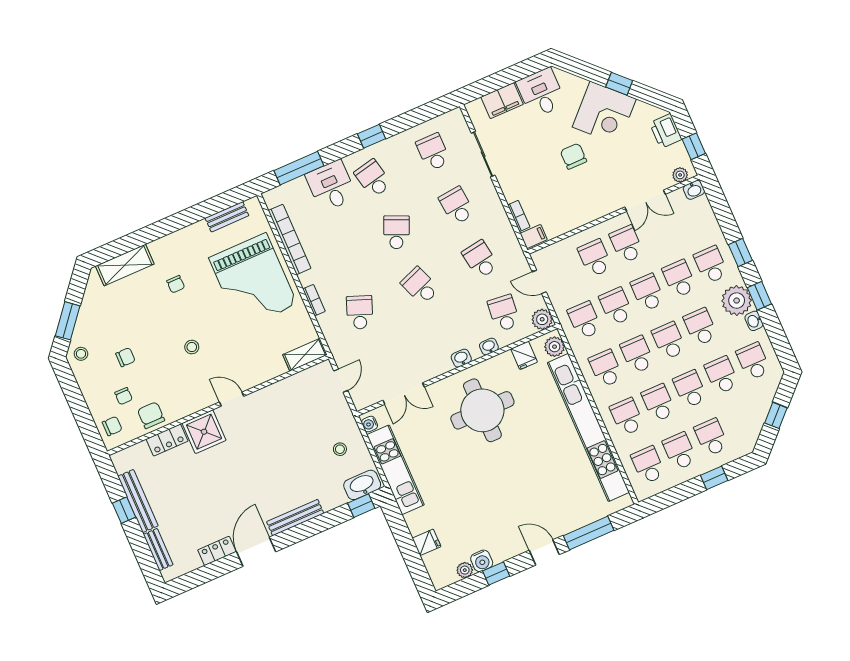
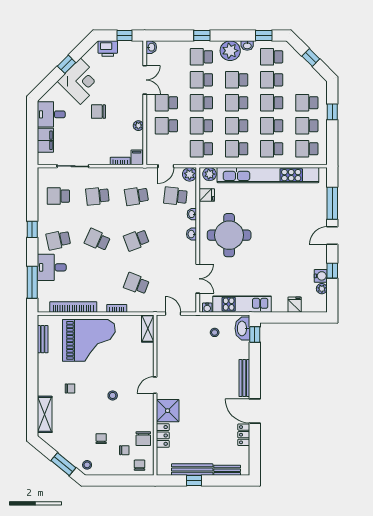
plant: (680, 175) -> (138, 126), moved
window: (759, 296) -> (264, 36), moved
chair: (151, 415) -> (143, 439), turned -90

